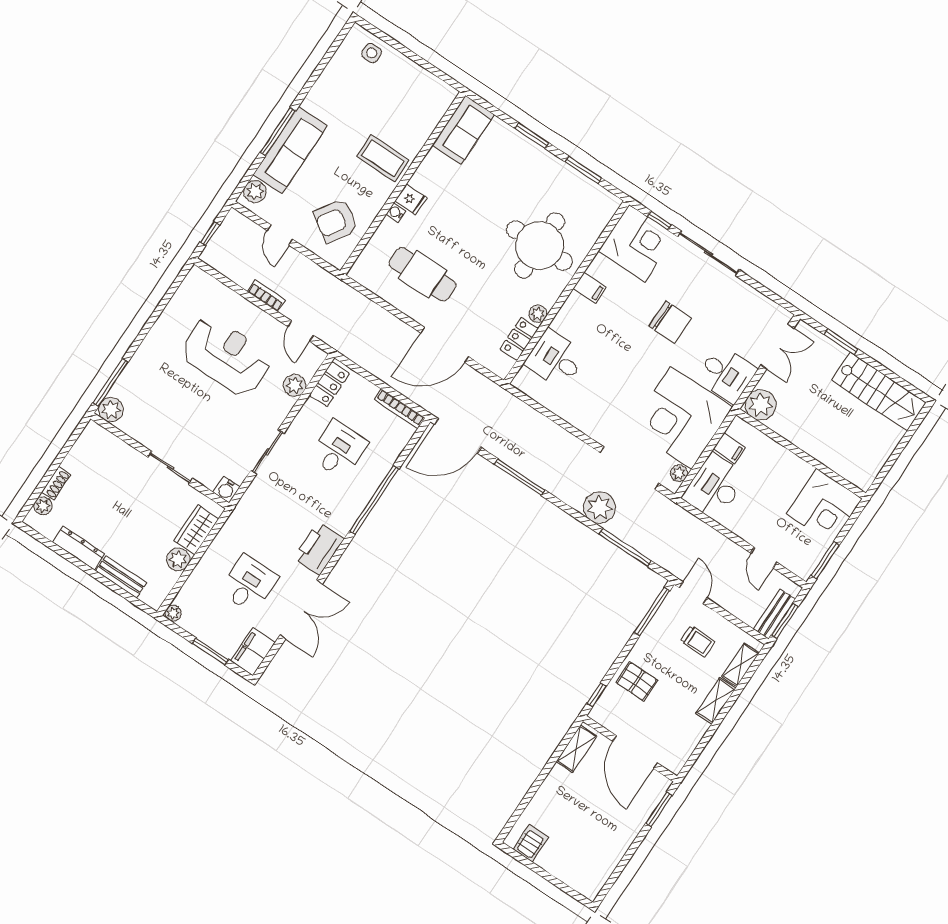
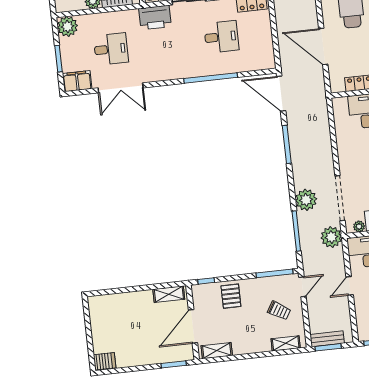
bookcase: (399, 409) -> (270, 51), removed
plant: (665, 514) -> (331, 237), added
printer: (319, 549) -> (155, 17), moved, turned 180
door: (764, 558) -> (350, 286), moved
plant: (173, 613) -> (68, 26), width x1.88, depth x1.88
trolley: (698, 641) -> (279, 311), turned -59
shelving: (716, 701) -> (217, 351), moved
server rack: (531, 843) -> (105, 361), moved

